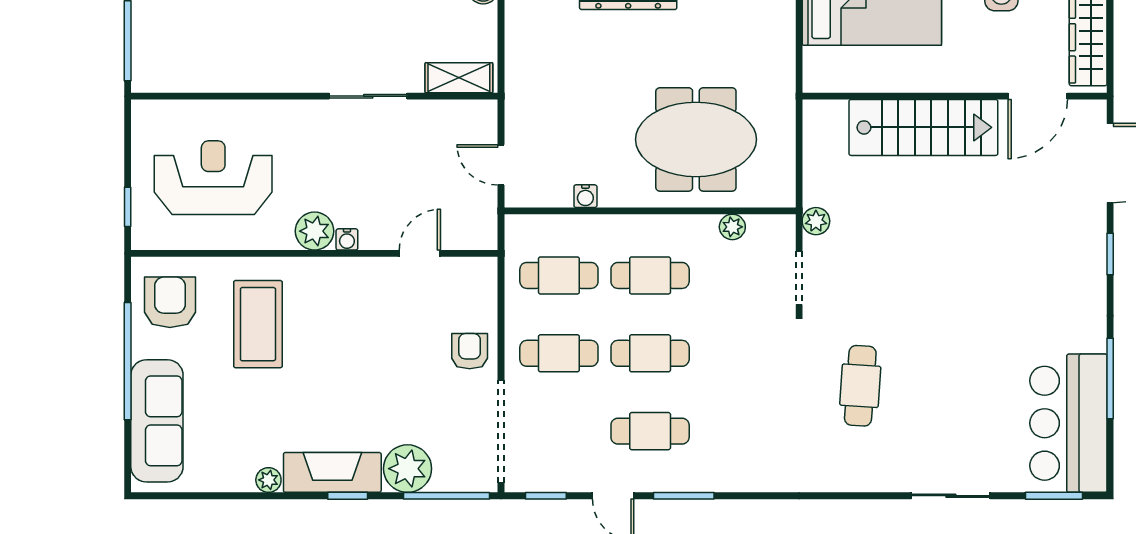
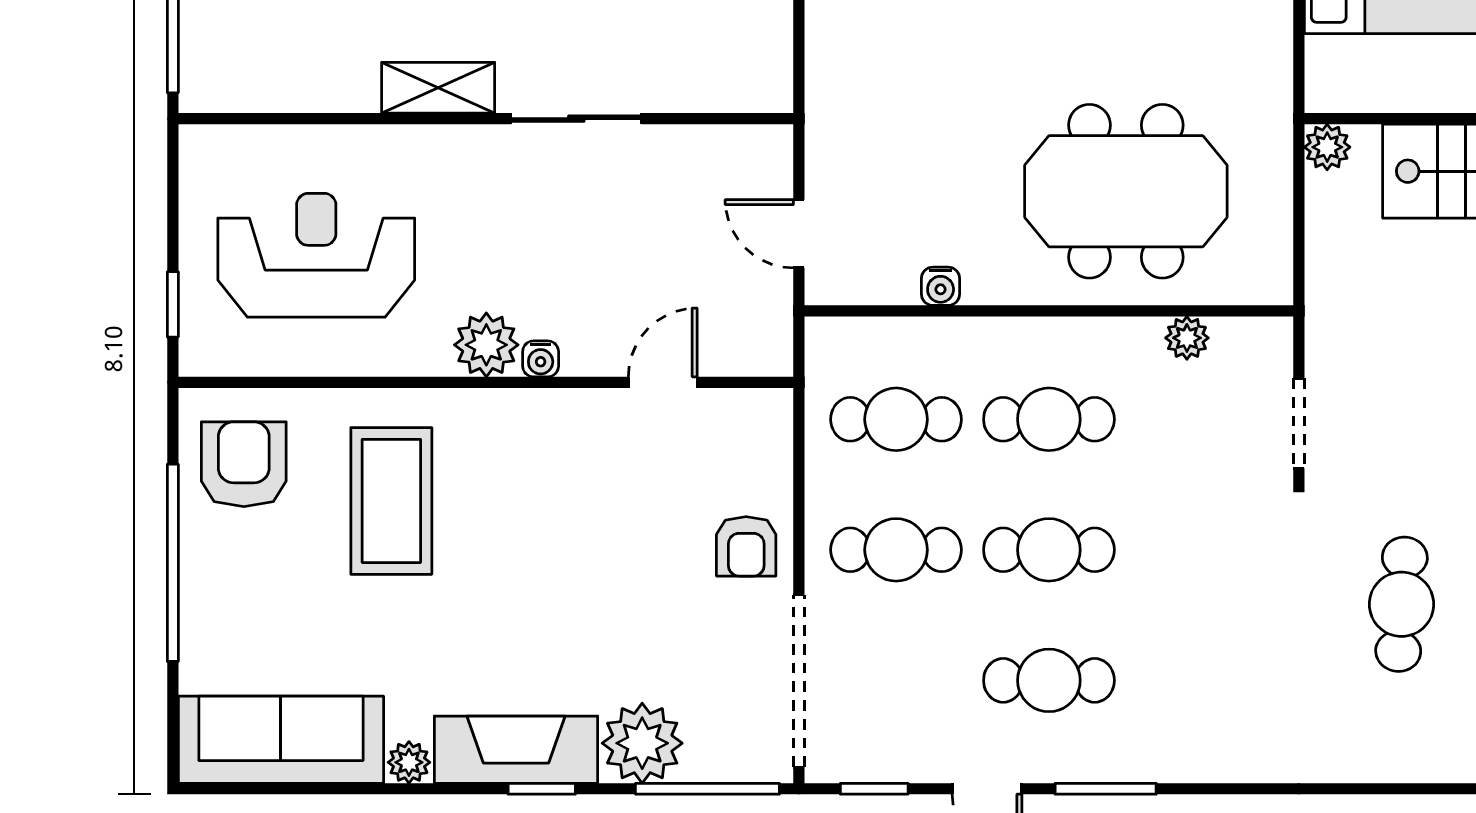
shelving: (459, 78) -> (438, 88), moved
plant: (816, 221) -> (1327, 147), moved
armchair: (470, 351) -> (746, 546), turned 180
sofa: (157, 421) -> (281, 740), moved, turned -90

